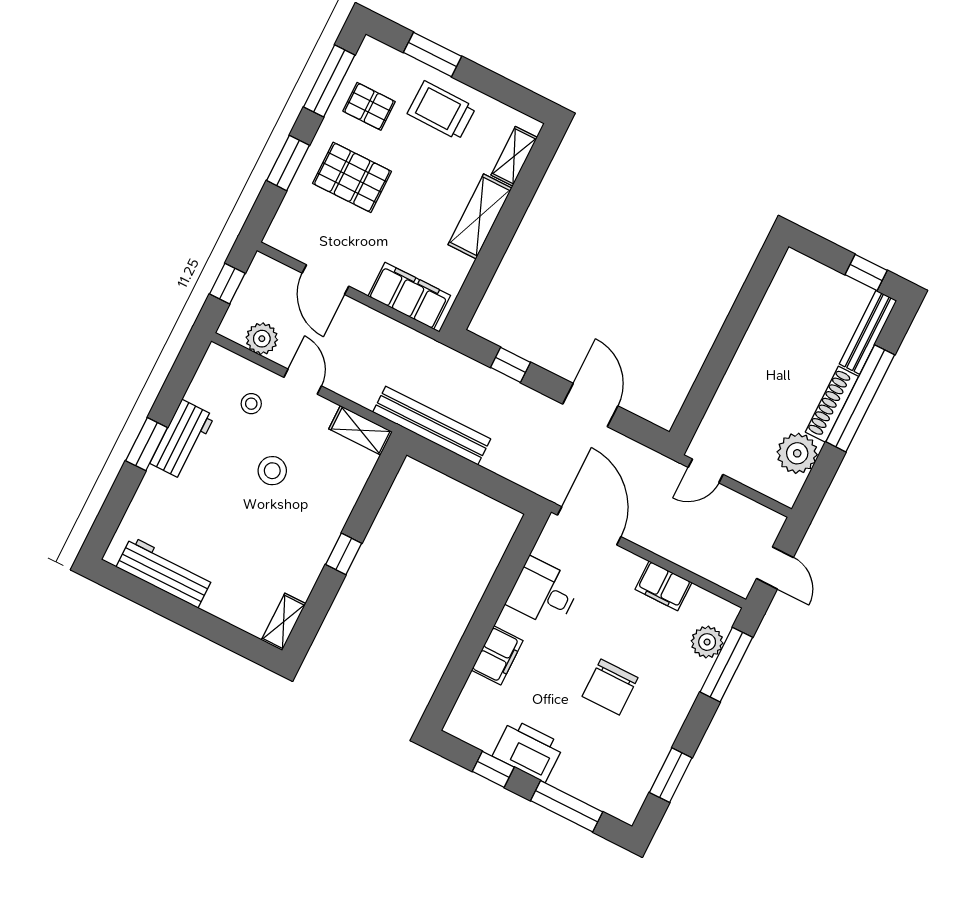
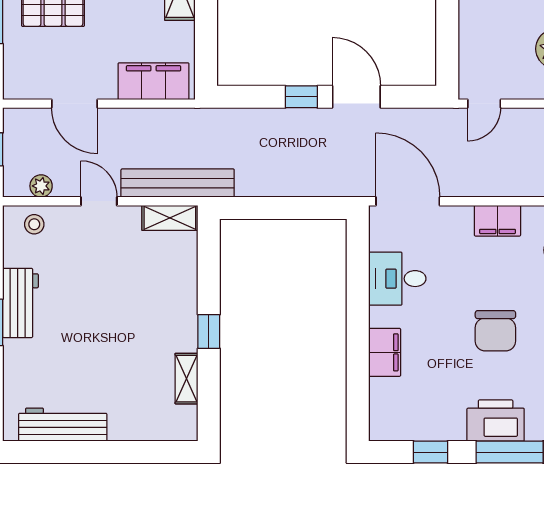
plant: (262, 339) -> (41, 186), width x0.73, depth x0.73
window: (511, 365) -> (301, 97), moved
stool: (251, 404) -> (34, 224), moved
bench: (432, 426) -> (178, 183), moved
stool: (272, 471) -> (111, 291), removed
shelving: (284, 622) -> (186, 379), moved
printer: (528, 750) -> (496, 421), moved

